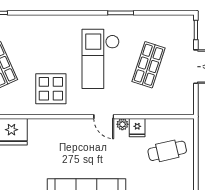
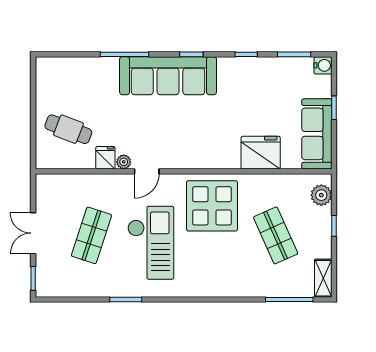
display table: (51, 89) -> (212, 206), width x1.36, depth x1.36
door: (104, 117) -> (147, 171), swing flipped
cafe table: (167, 151) -> (68, 129), turned 34

